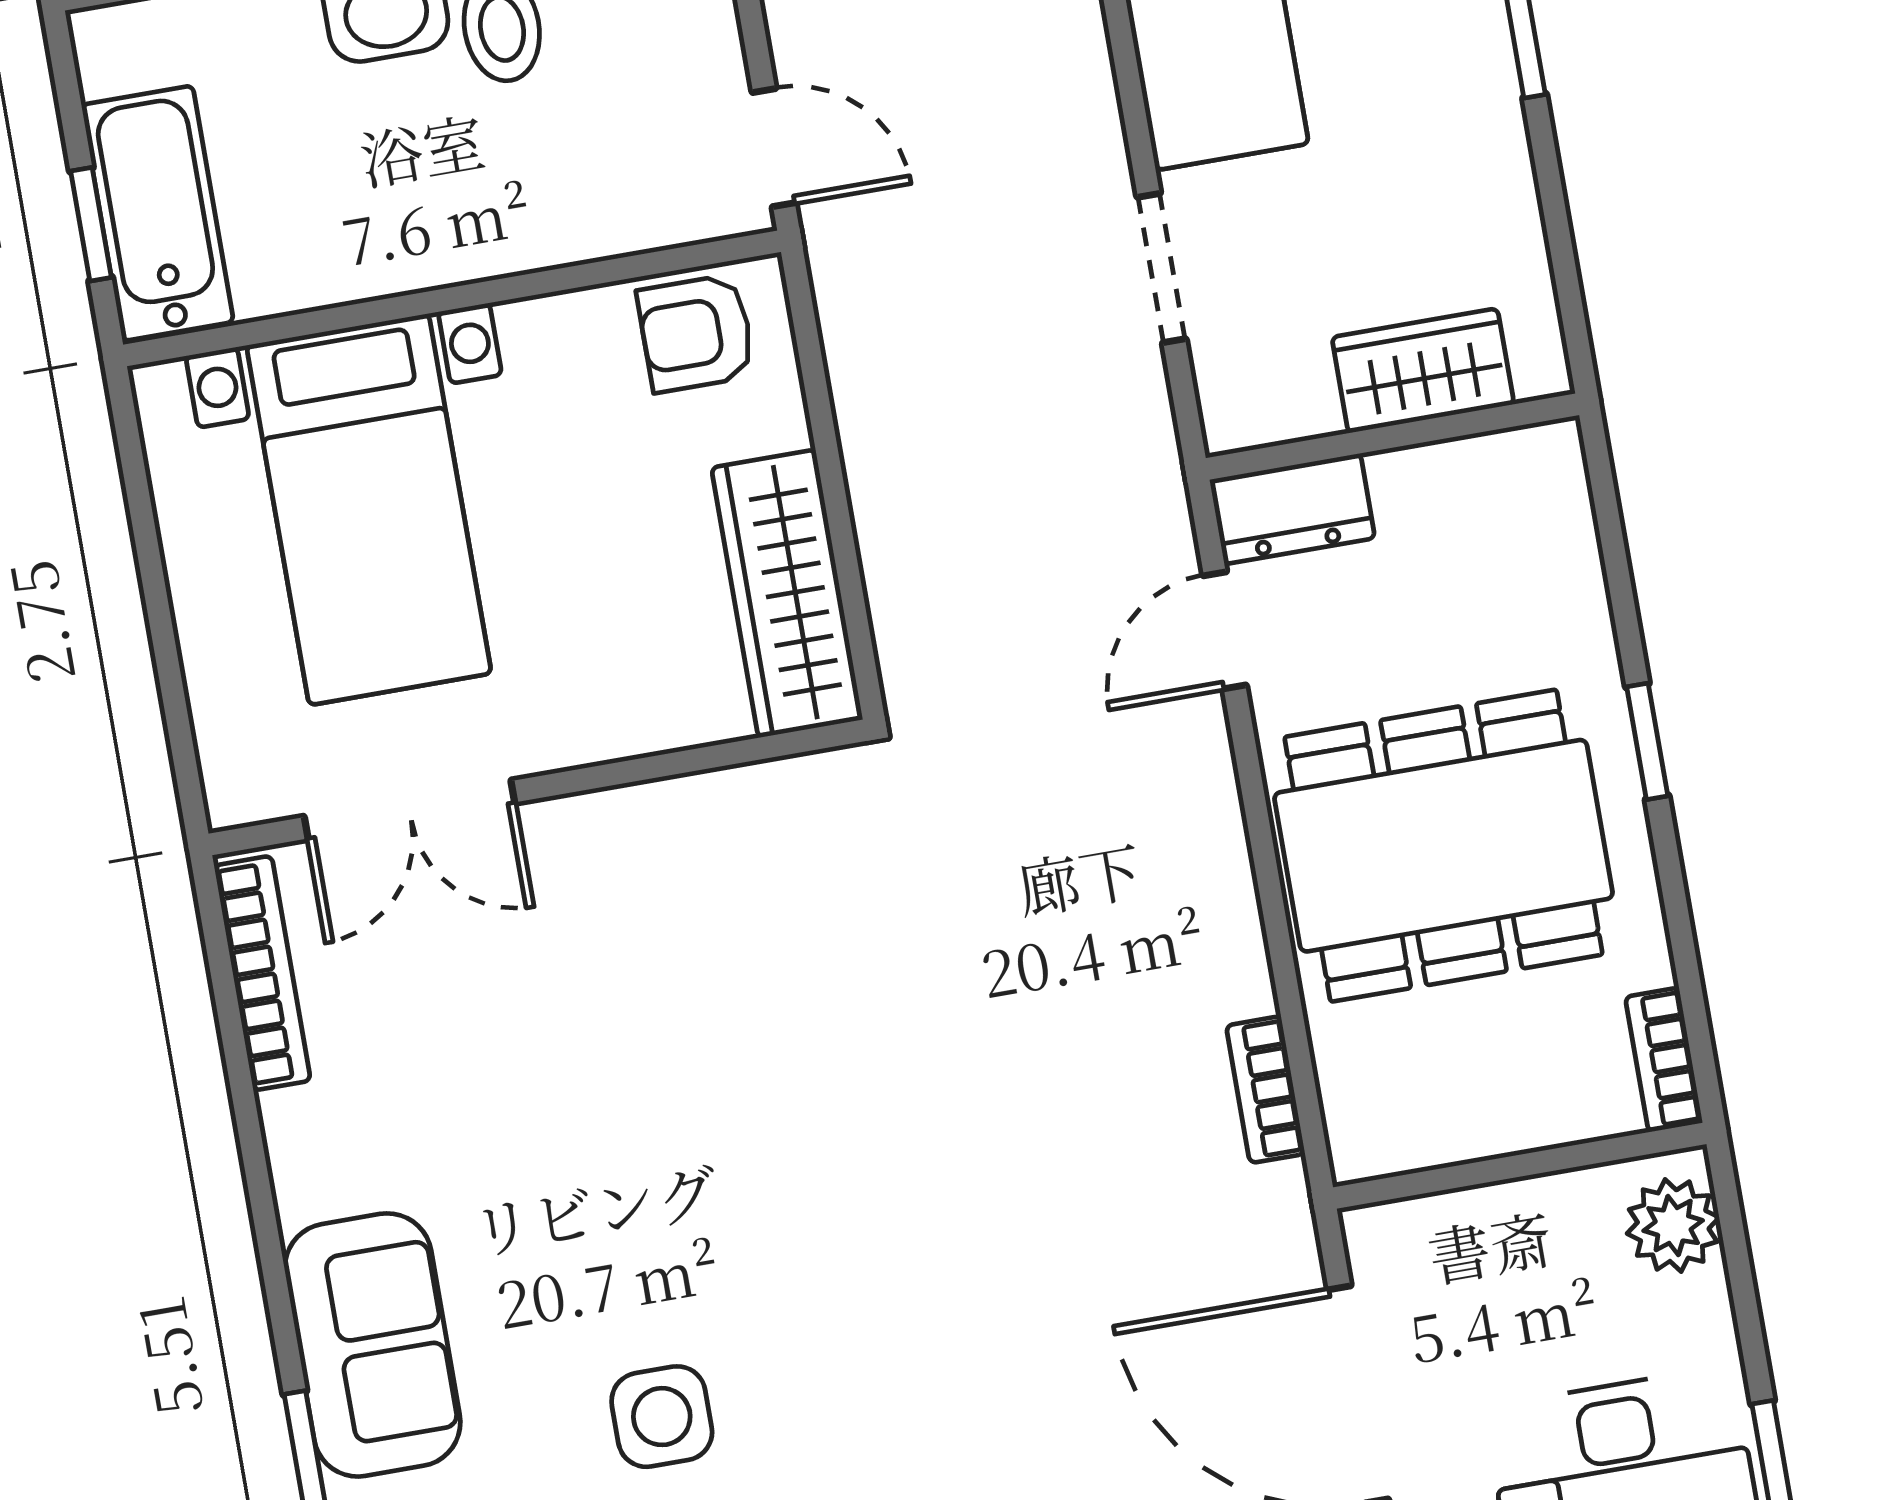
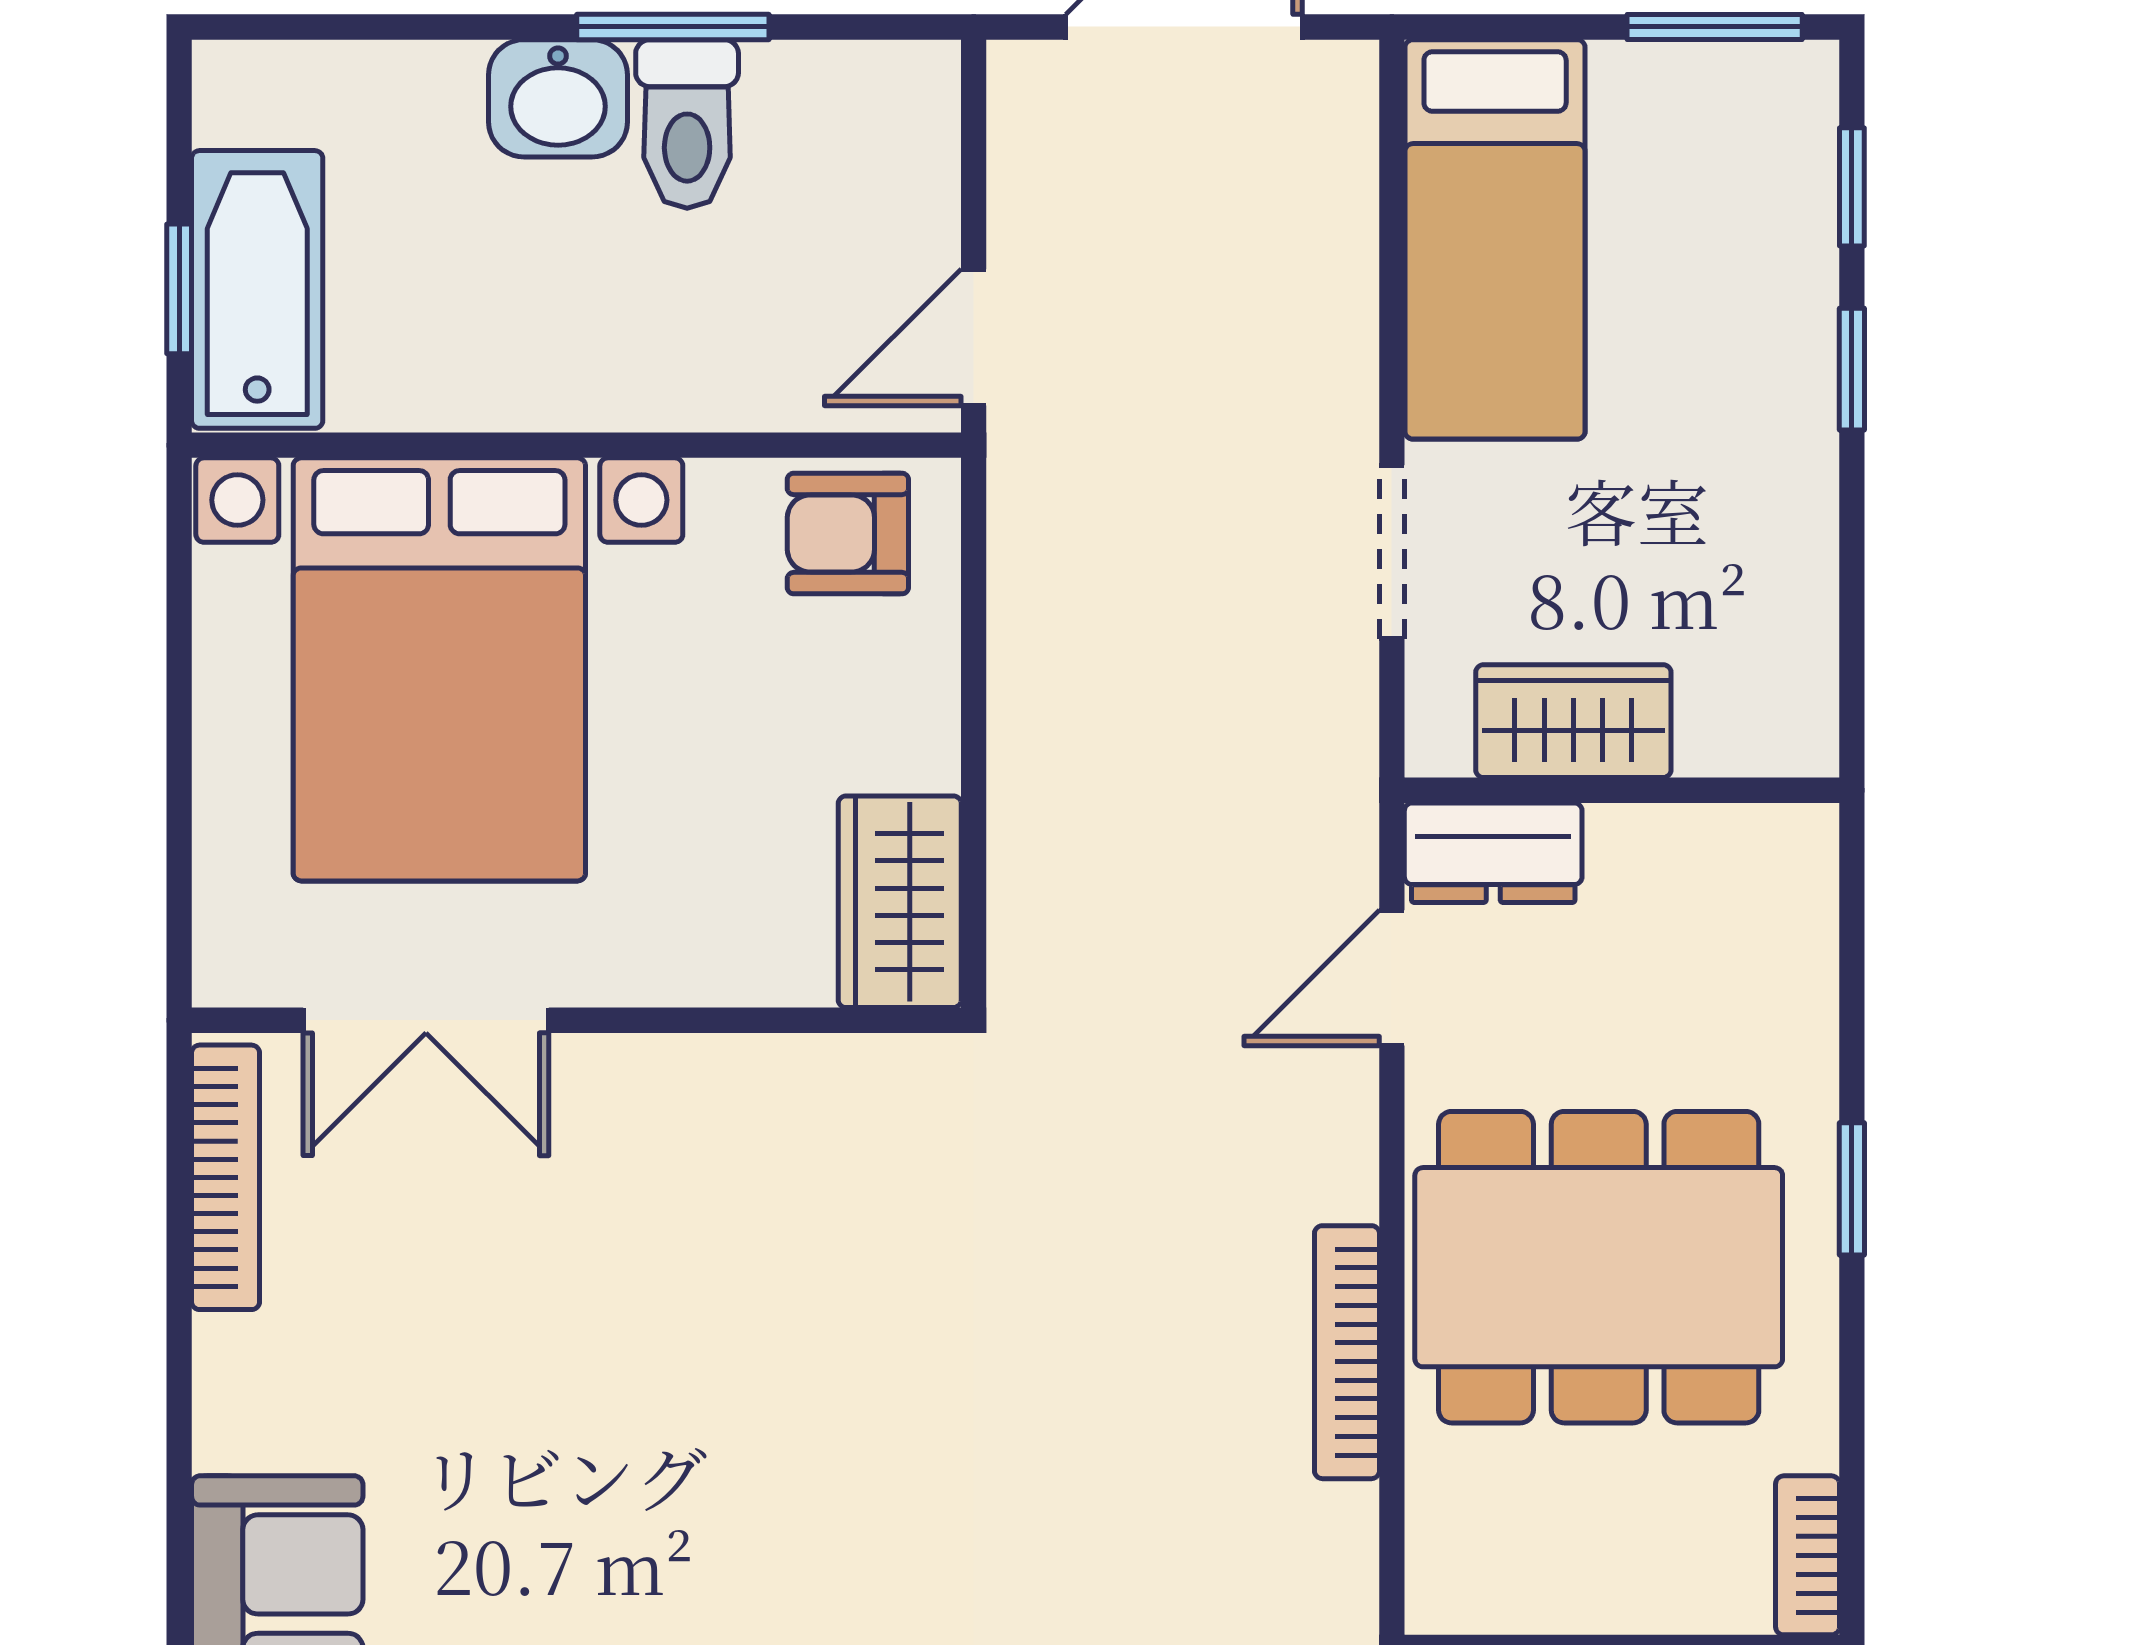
door: (774, 148) -> (974, 337), swing flipped
wardrobe: (1423, 371) -> (1573, 721), moved
bed with nightstands: (369, 509) -> (439, 669), width x1.36
wardrobe: (787, 594) -> (900, 902), width x0.67
bookcase: (1265, 1090) -> (1347, 1352), moved, width x1.56

